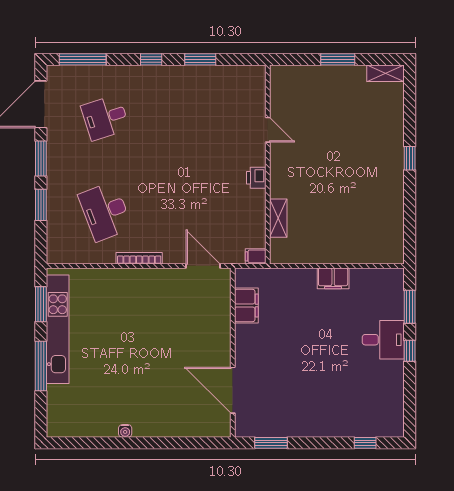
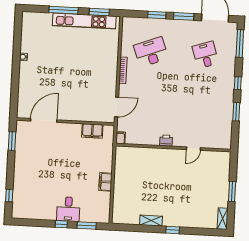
shelving: (278, 218) -> (151, 221), moved

